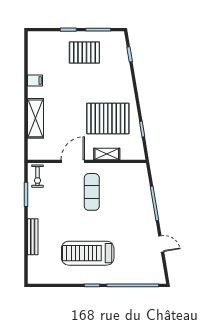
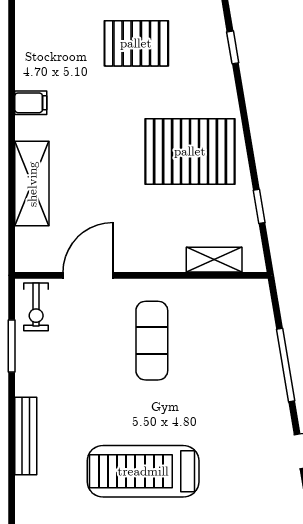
pallet: (108, 119) -> (190, 151), moved
shelving: (107, 154) -> (214, 260), moved
door: (73, 161) -> (88, 275), moved

